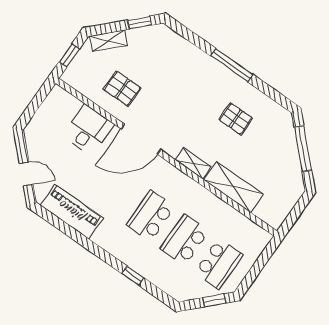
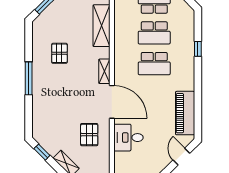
shelving: (193, 163) -> (104, 71), moved

